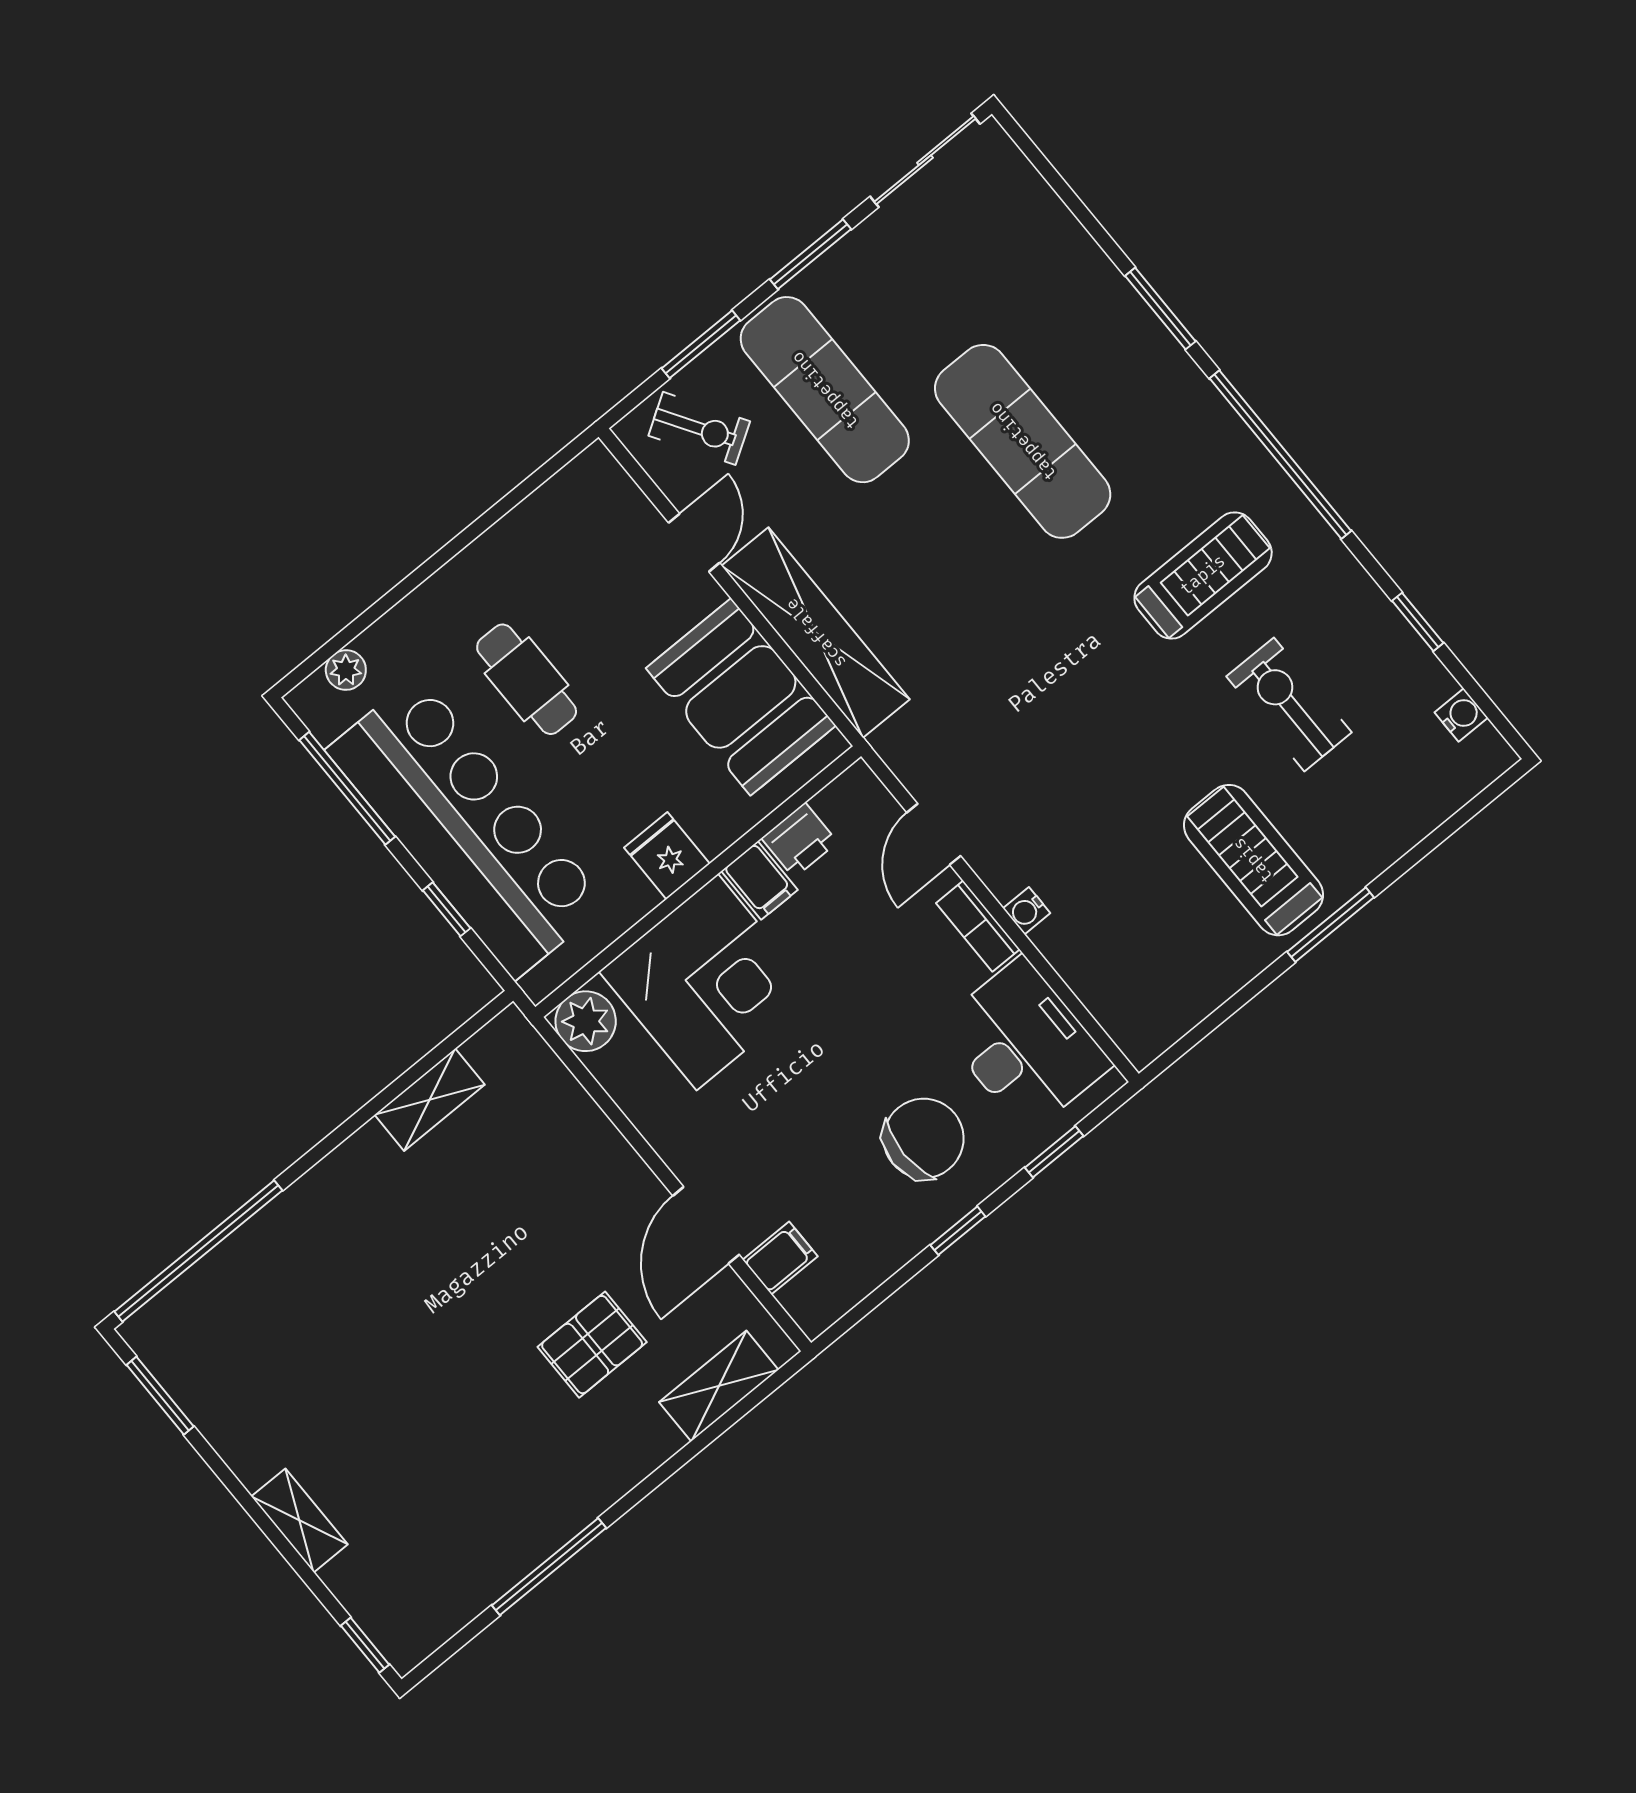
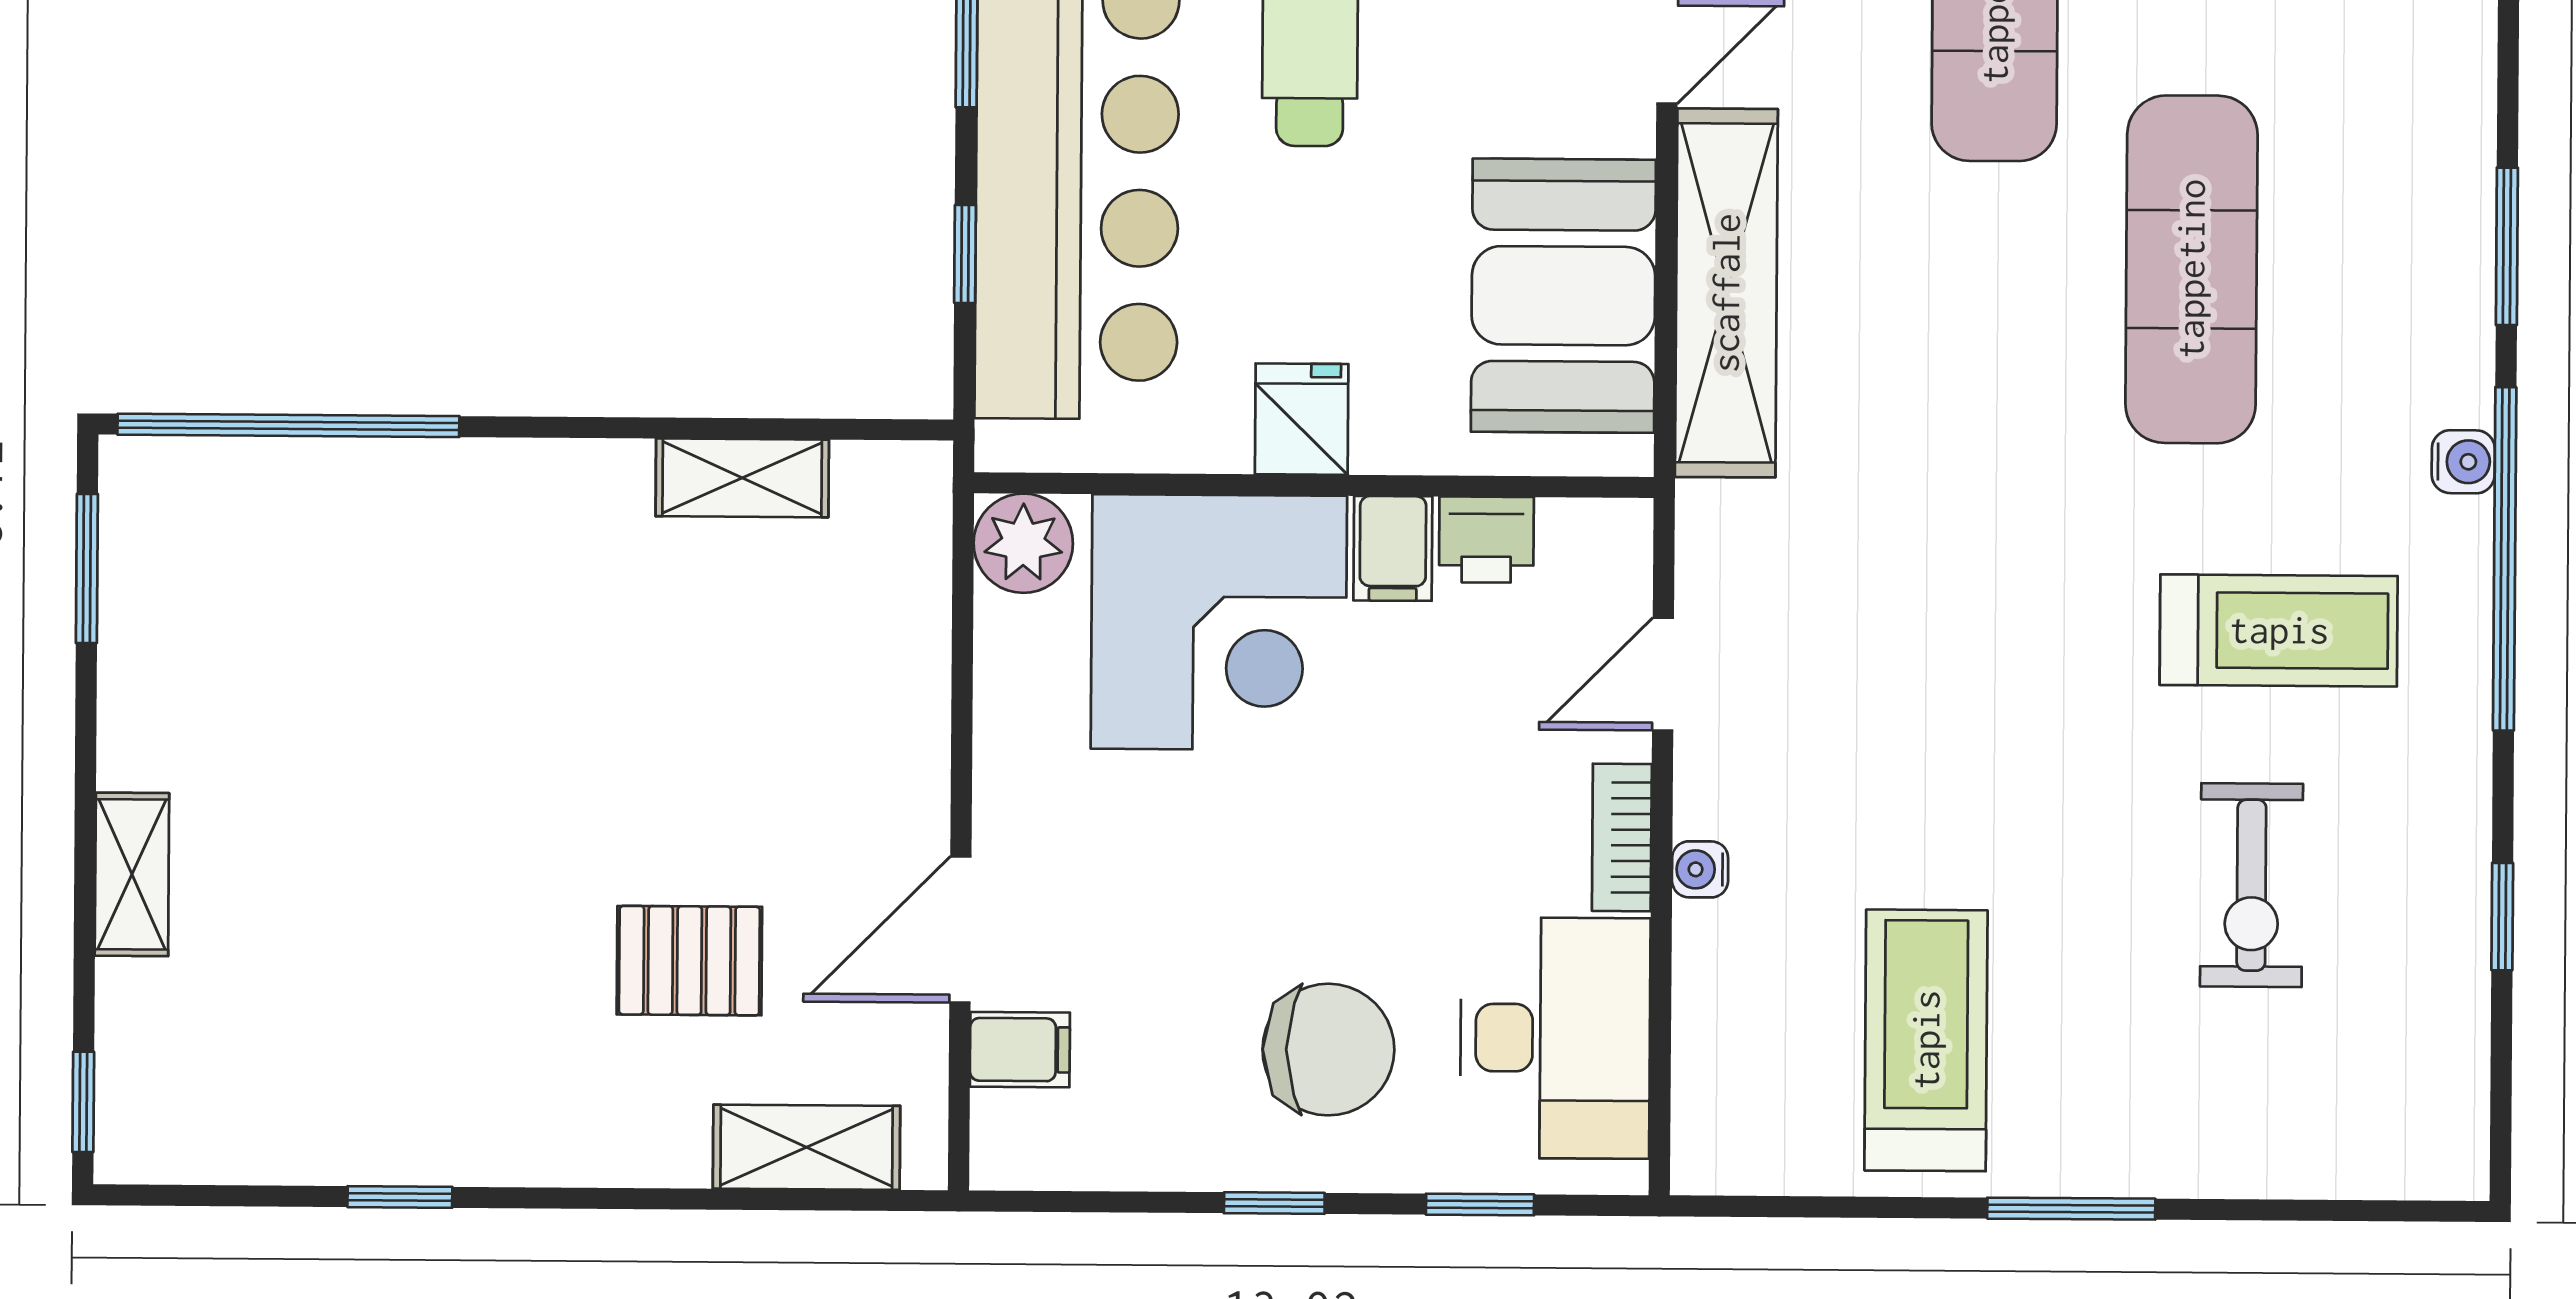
exercise bike: (1289, 704) -> (2251, 885), turned 180
water cooler: (1461, 715) -> (2463, 462), moved
treadmill: (1253, 860) -> (1926, 1040), moved
window: (549, 1567) -> (400, 1197), width x0.46

